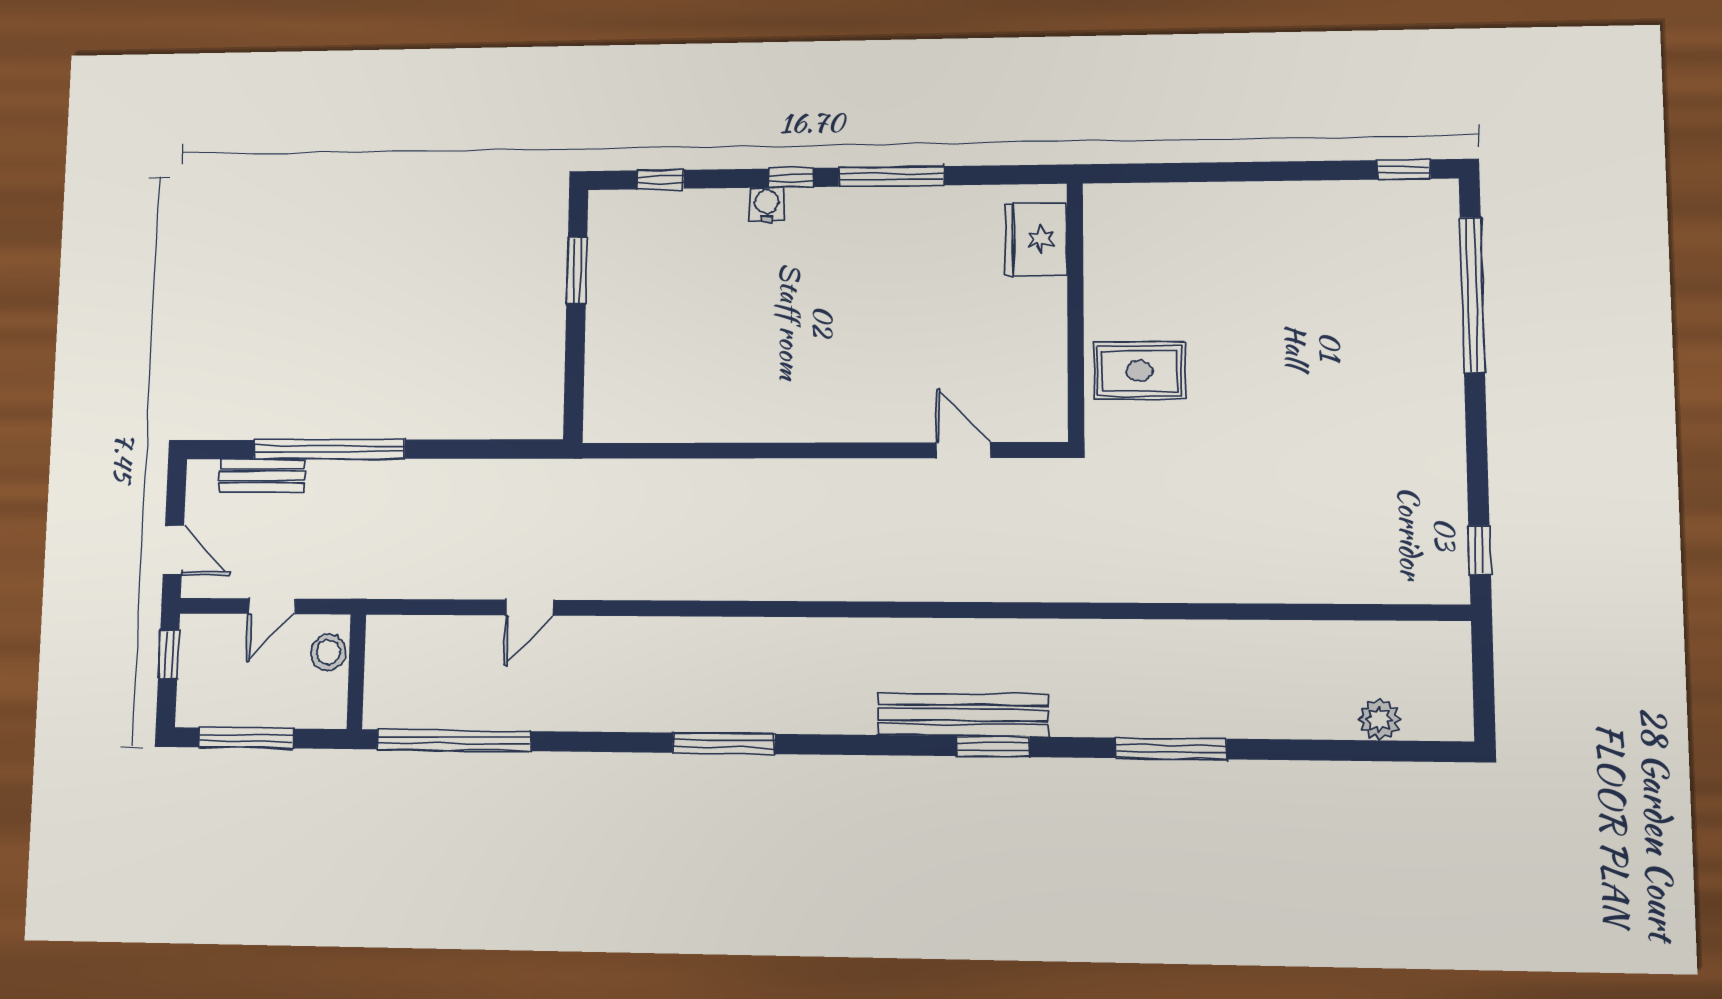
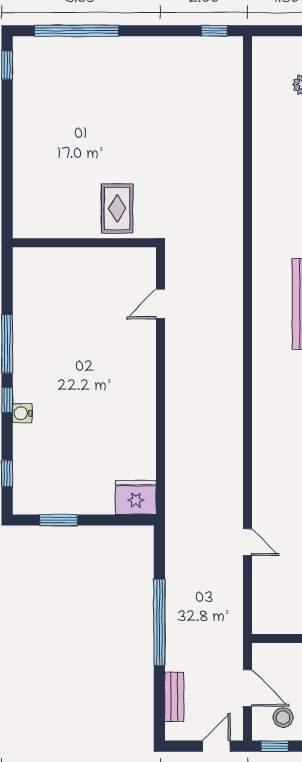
fridge: (1036, 239) -> (136, 497), moved, turned 180
window: (329, 449) -> (159, 622), moved
door: (272, 606) -> (247, 688), width x1.38
stool: (329, 652) -> (283, 718), moved

